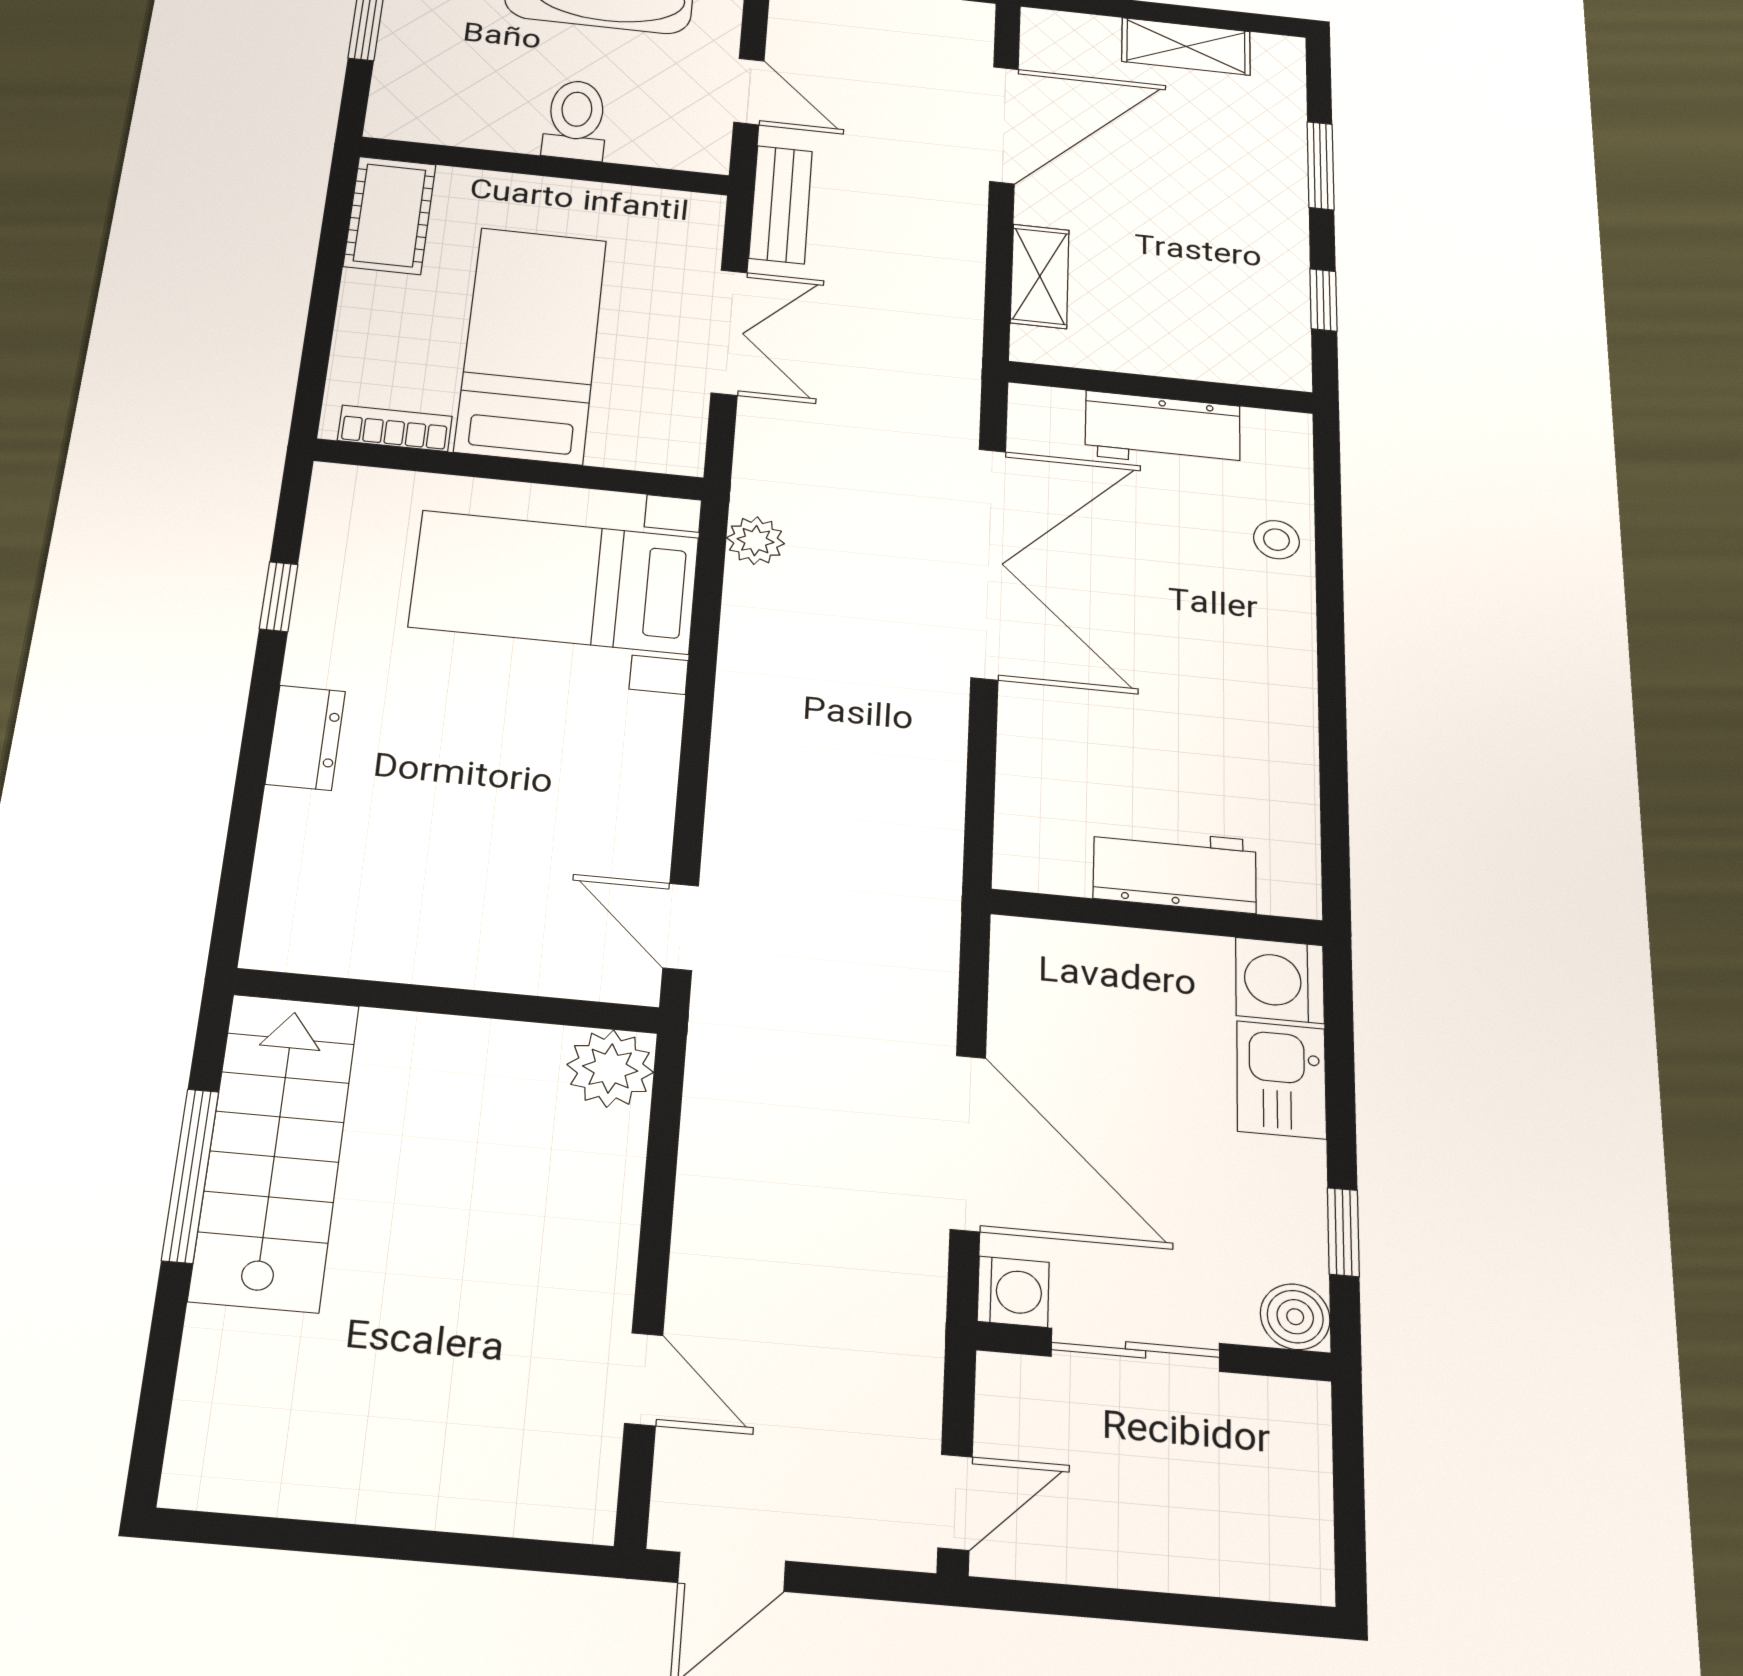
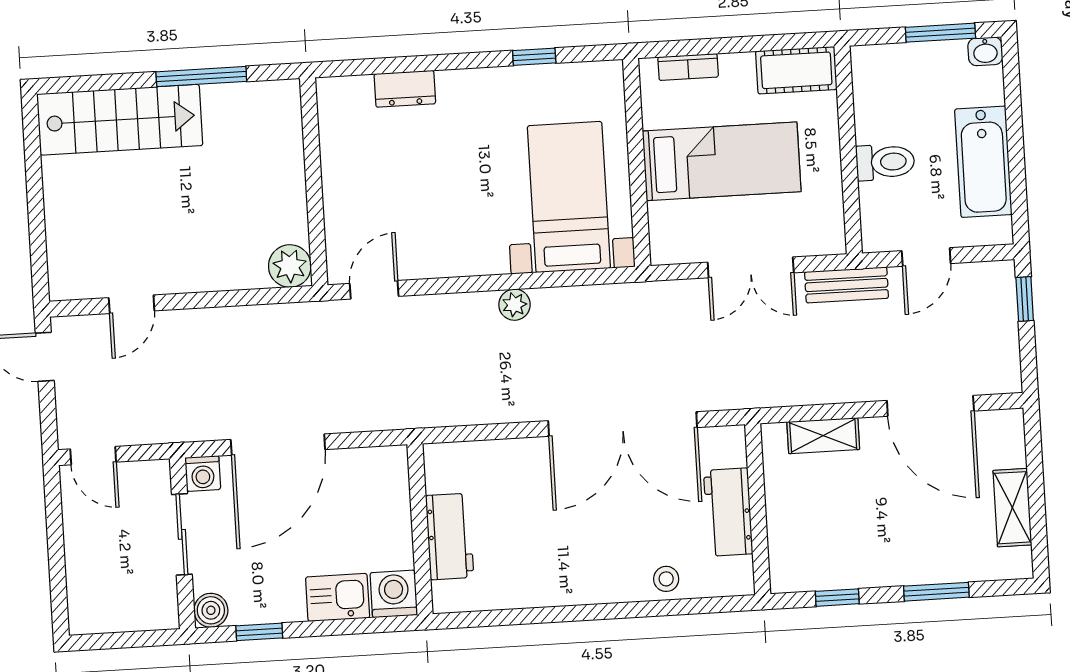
bookcase: (395, 428) -> (688, 67), moved, turned 90
plant: (756, 541) -> (514, 305), moved
dresser: (305, 738) -> (405, 89), moved
stairs: (275, 1150) -> (120, 120), moved

